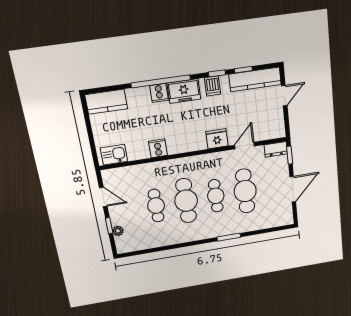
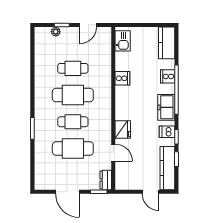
cooker: (159, 93) -> (168, 76), moved

